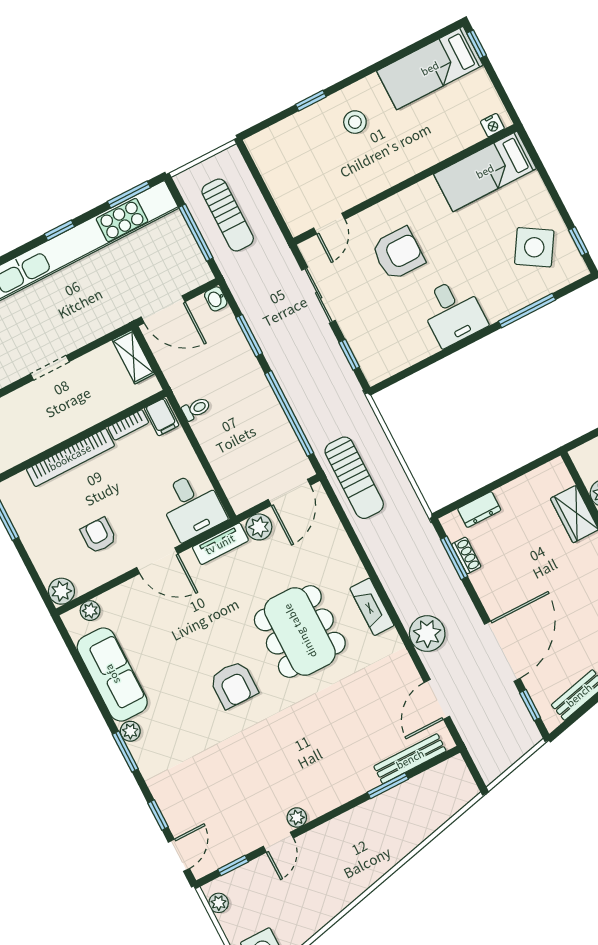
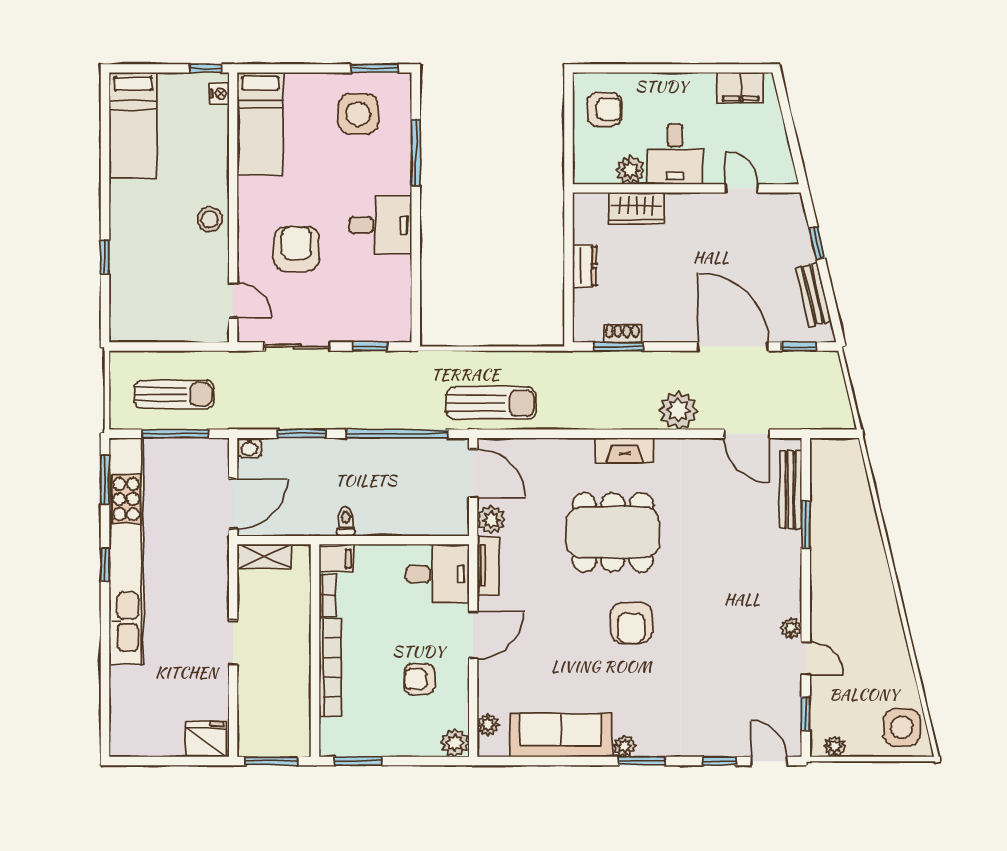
window: (477, 44) -> (206, 68), moved
stool: (355, 122) -> (210, 219), moved
window: (578, 241) -> (375, 68), width x1.50
side table: (534, 247) -> (358, 114), turned -32
dresser: (479, 510) -> (584, 266), moved
armchair: (234, 685) -> (631, 623), turned 90

